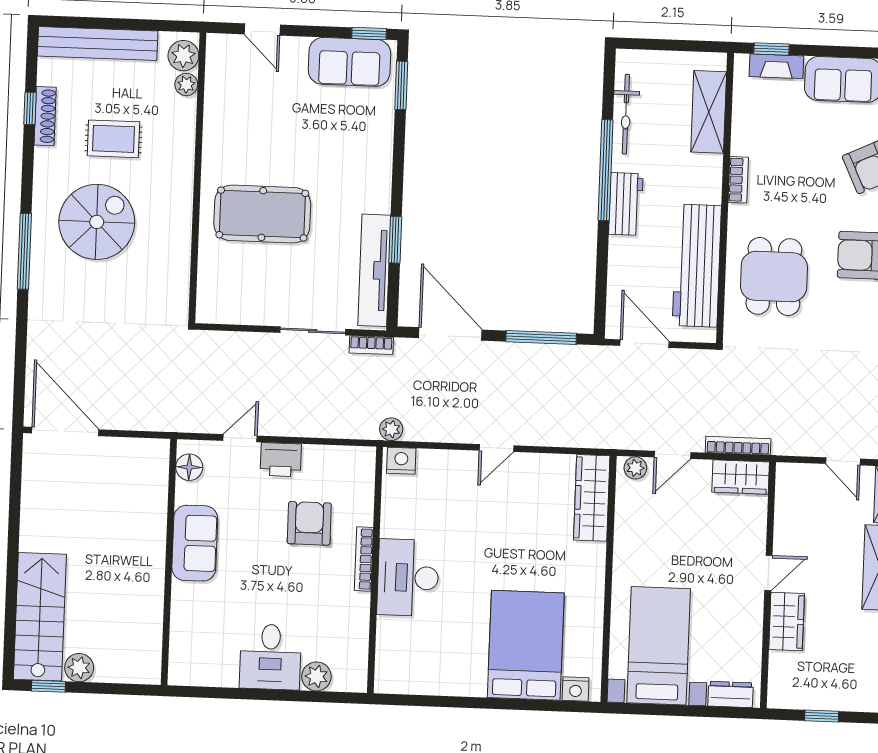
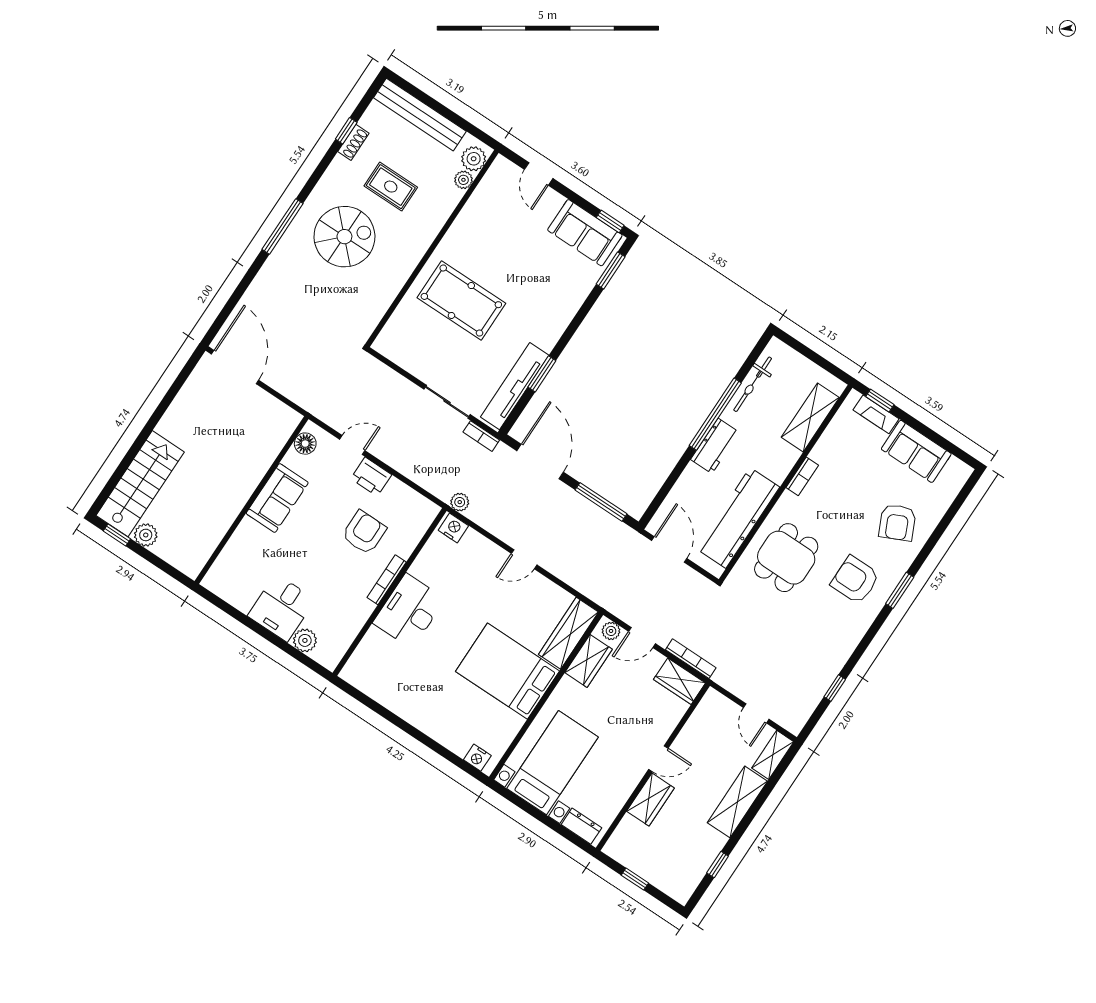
shoe rack: (45, 116) -> (353, 142), width x0.70
wardrobe: (631, 514) -> (589, 661), added
bed: (526, 645) -> (507, 671), moved, turned -90

